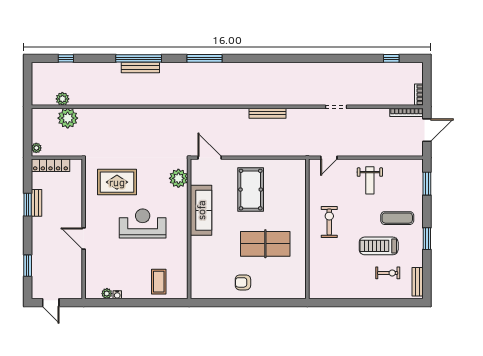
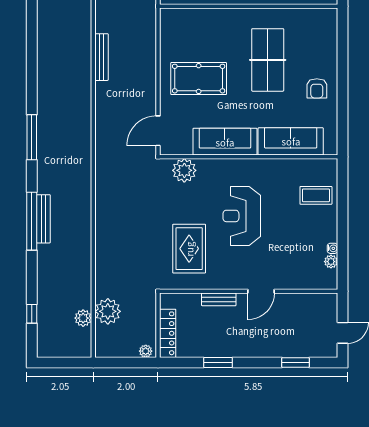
bench: (37, 203) -> (219, 299), moved
sofa: (201, 262) -> (291, 141), added

